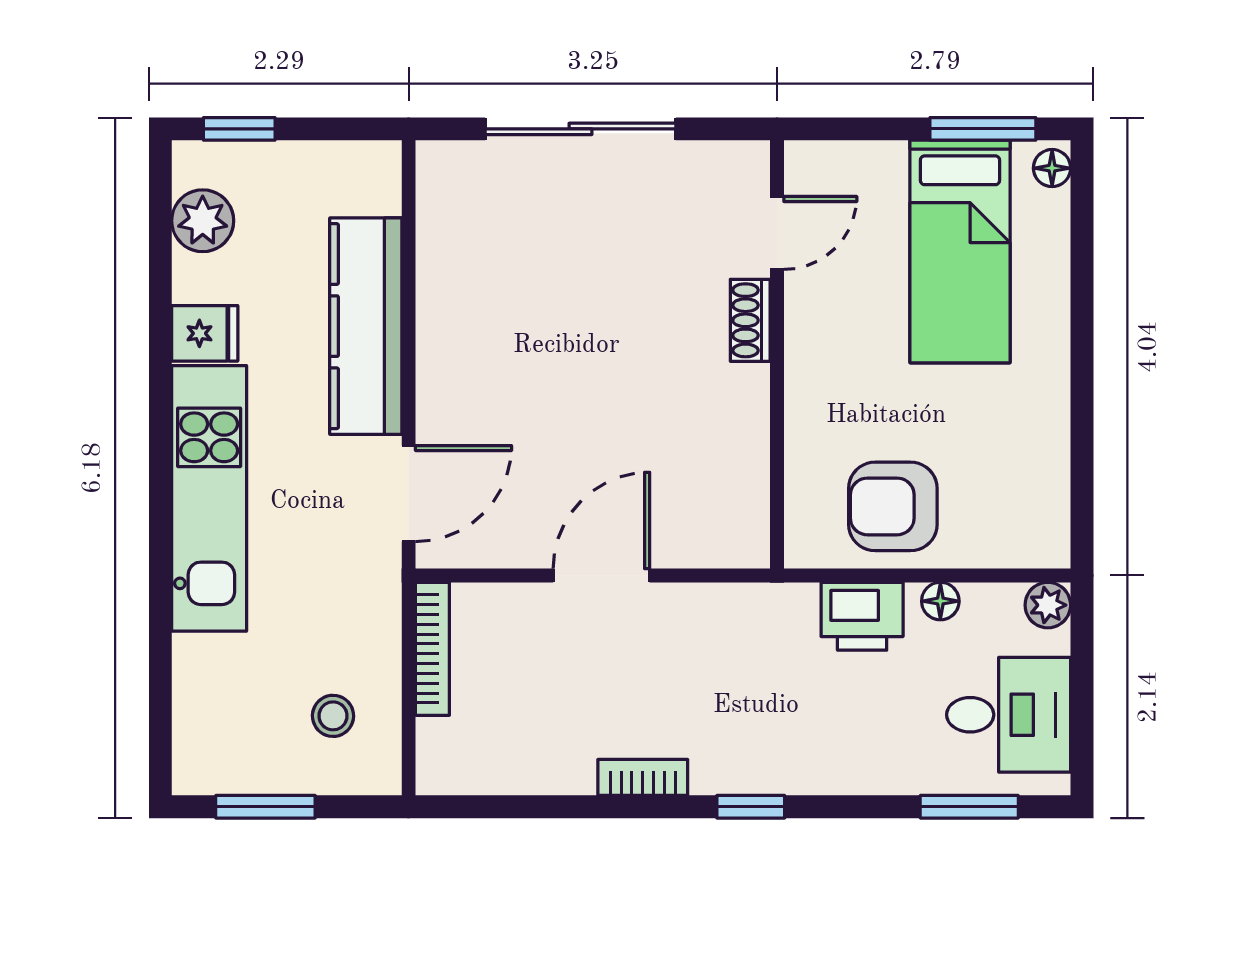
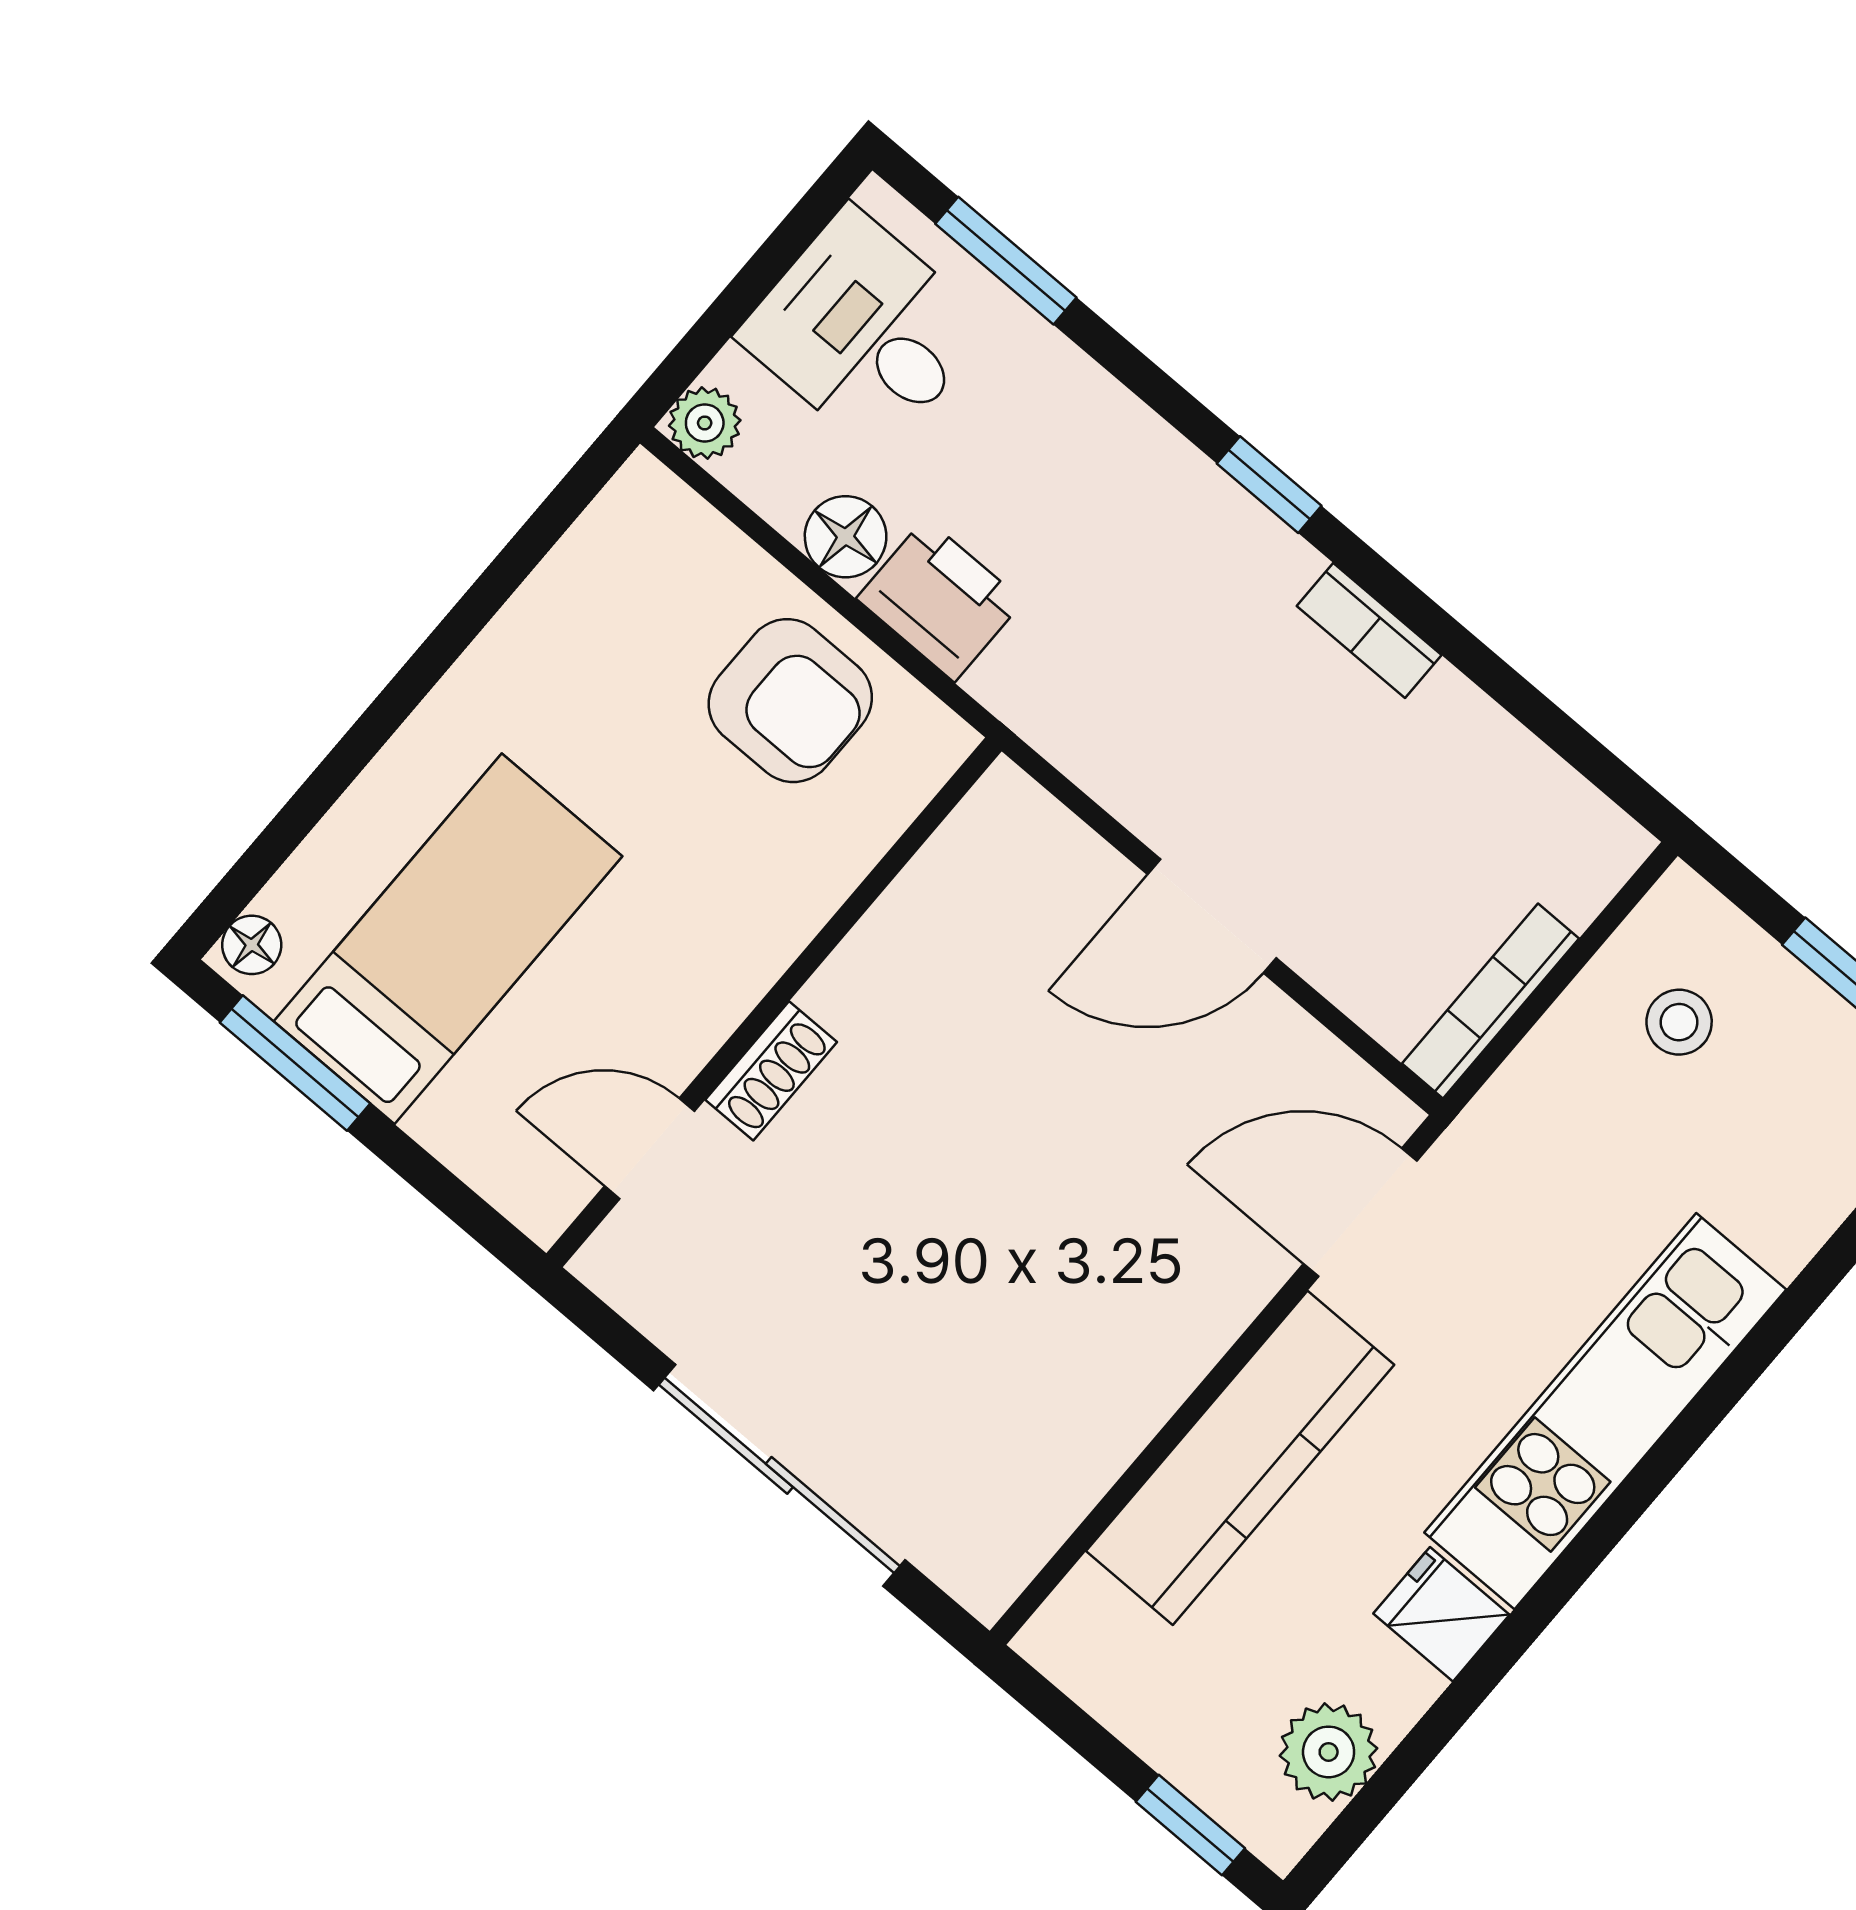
floor lamp: (940, 601) -> (846, 537), width x1.37, depth x1.37

